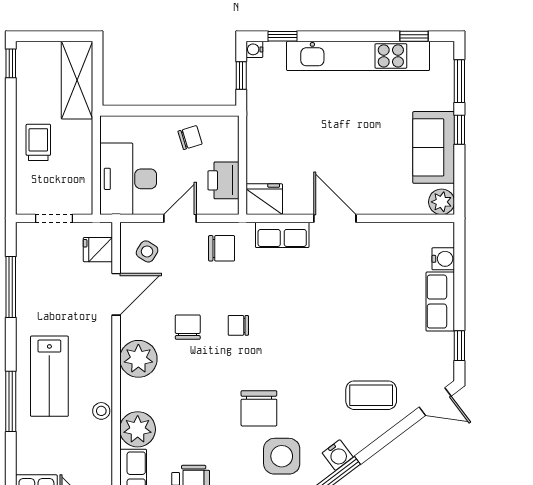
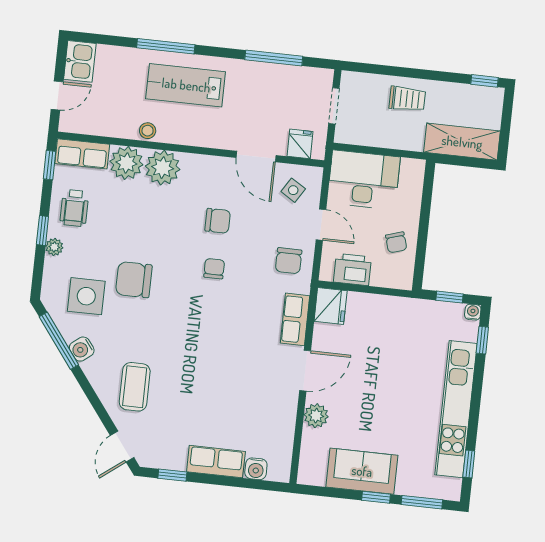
plant: (442, 202) -> (316, 416), moved
plant: (138, 359) -> (163, 168), moved

